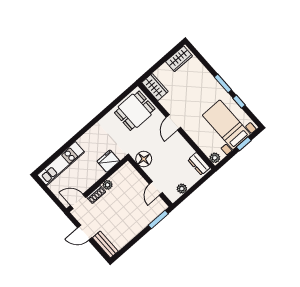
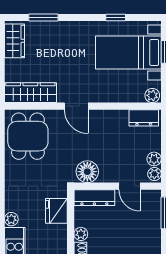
window: (223, 83) -> (43, 17), moved
wardrobe: (155, 87) -> (30, 93), width x1.50
plant: (83, 141) -> (11, 219), added
dresser: (133, 175) -> (94, 198), added
plant: (174, 196) -> (154, 174), added

